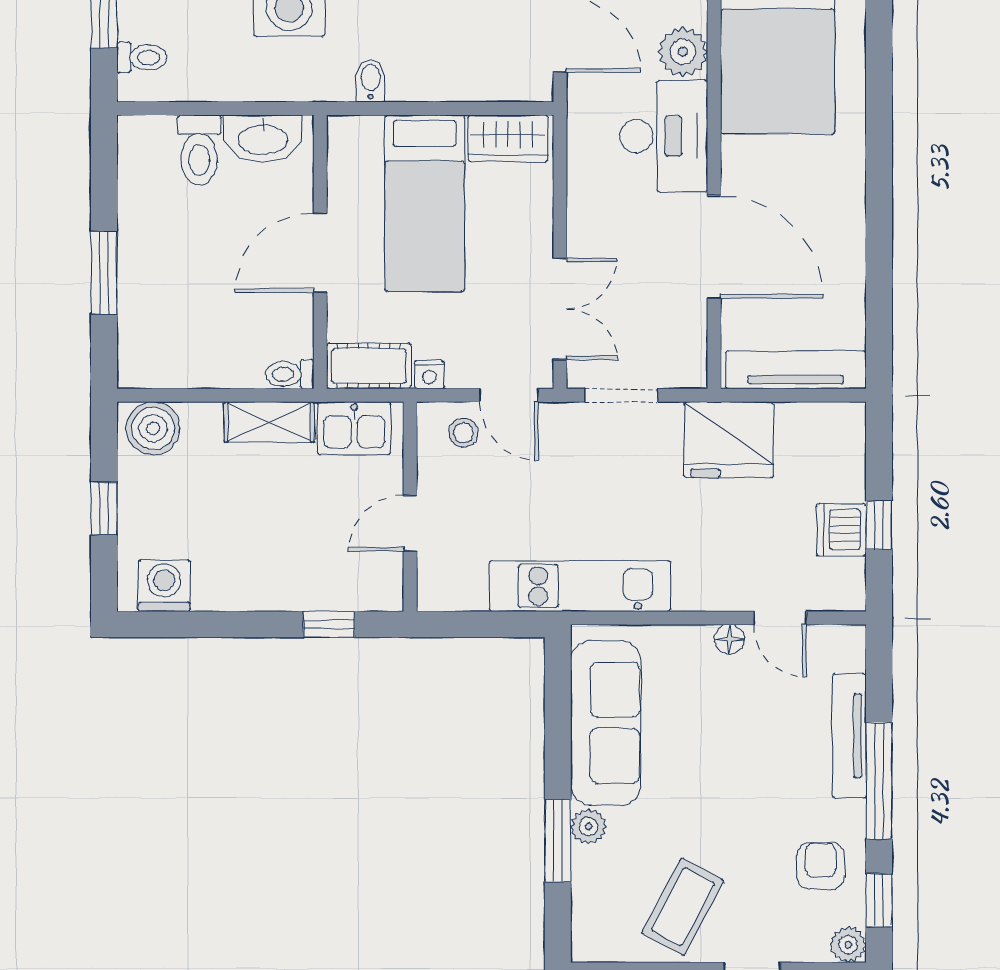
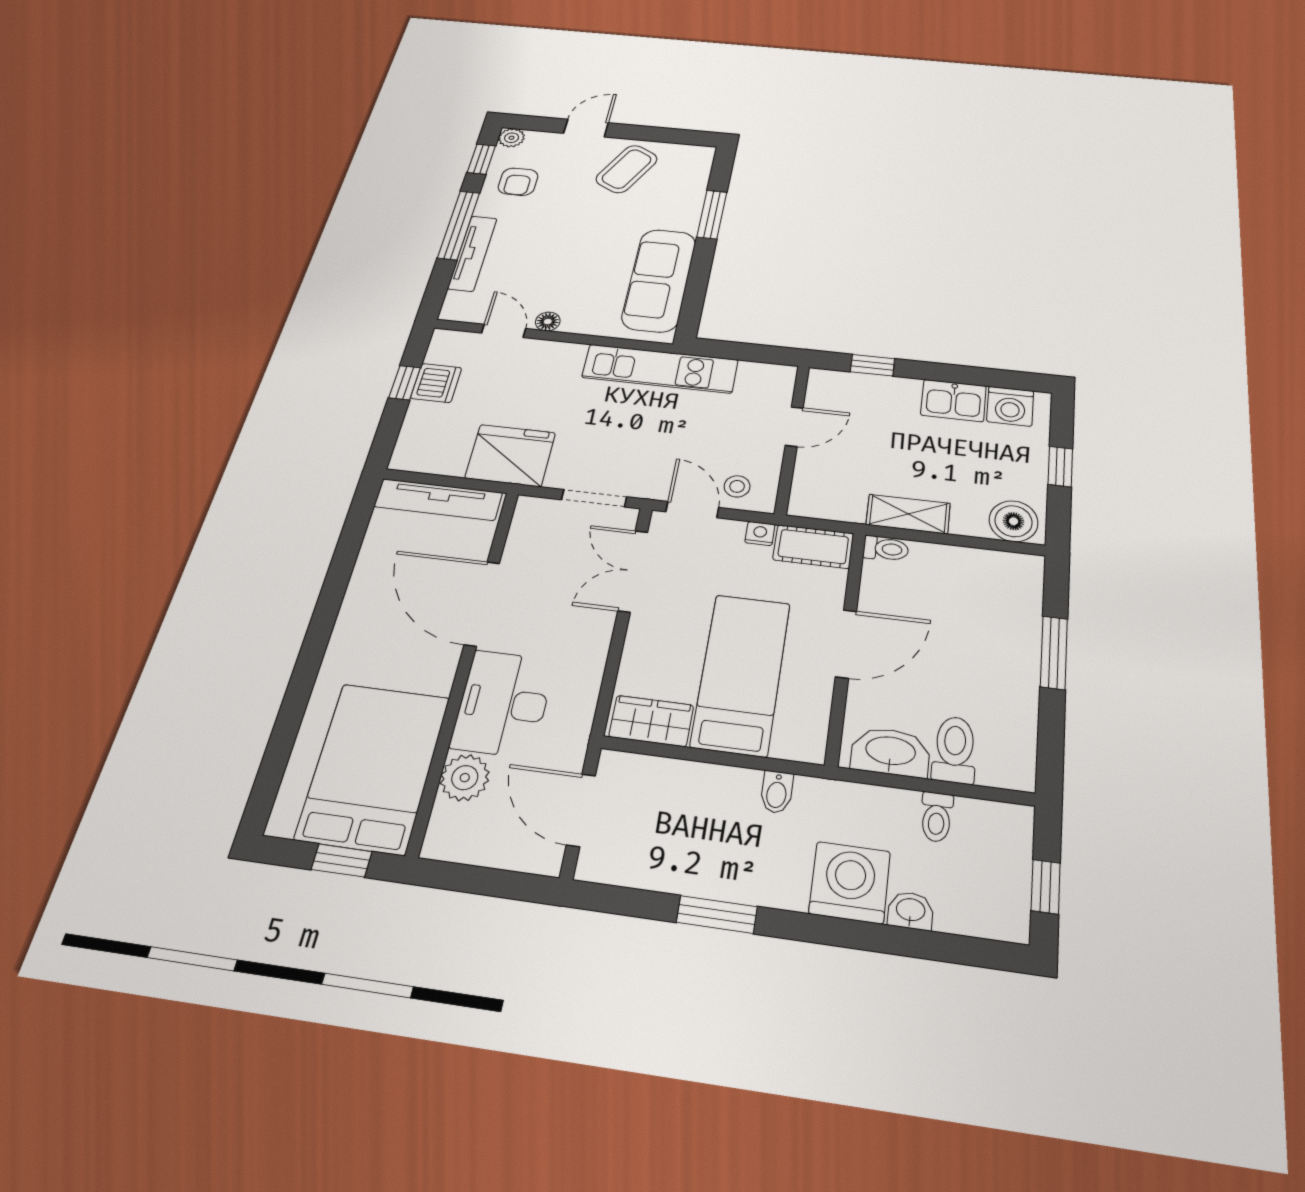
toilet: (142, 57) -> (937, 817), moved, turned -90
kitchen sink: (354, 428) -> (954, 400), moved, turned 180
plant: (589, 826) -> (687, 220), removed

